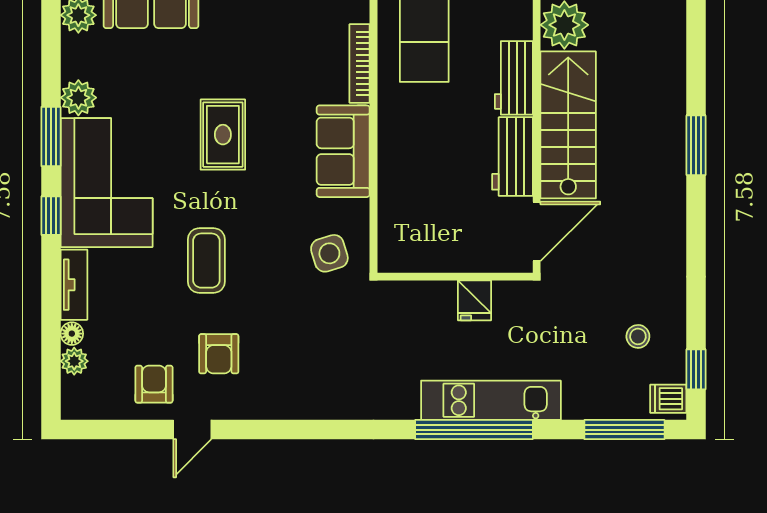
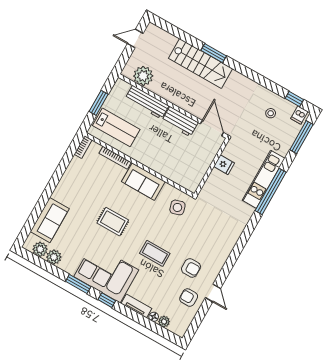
workbench: (514, 78) -> (147, 102), width x1.38
plant: (78, 98) -> (54, 257), moved
stairs: (568, 125) -> (200, 63), moved, turned 180

